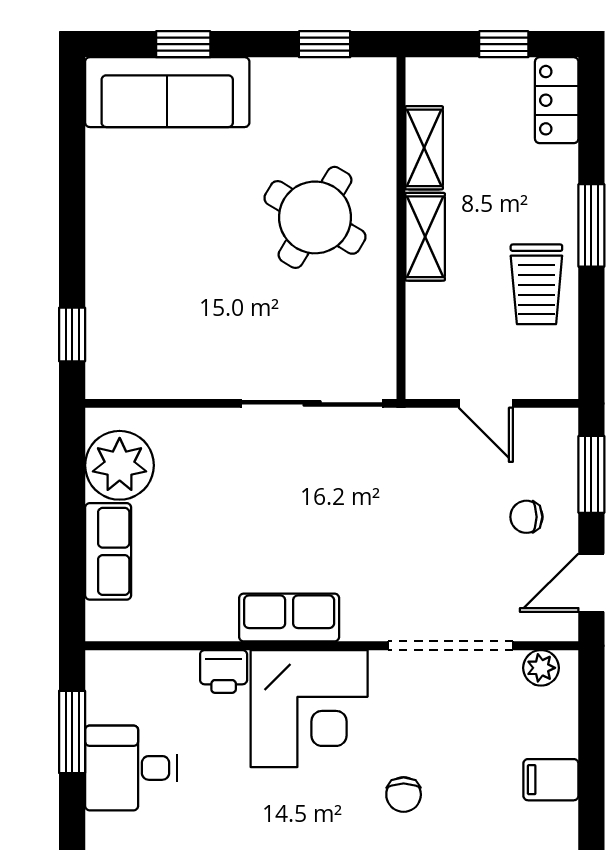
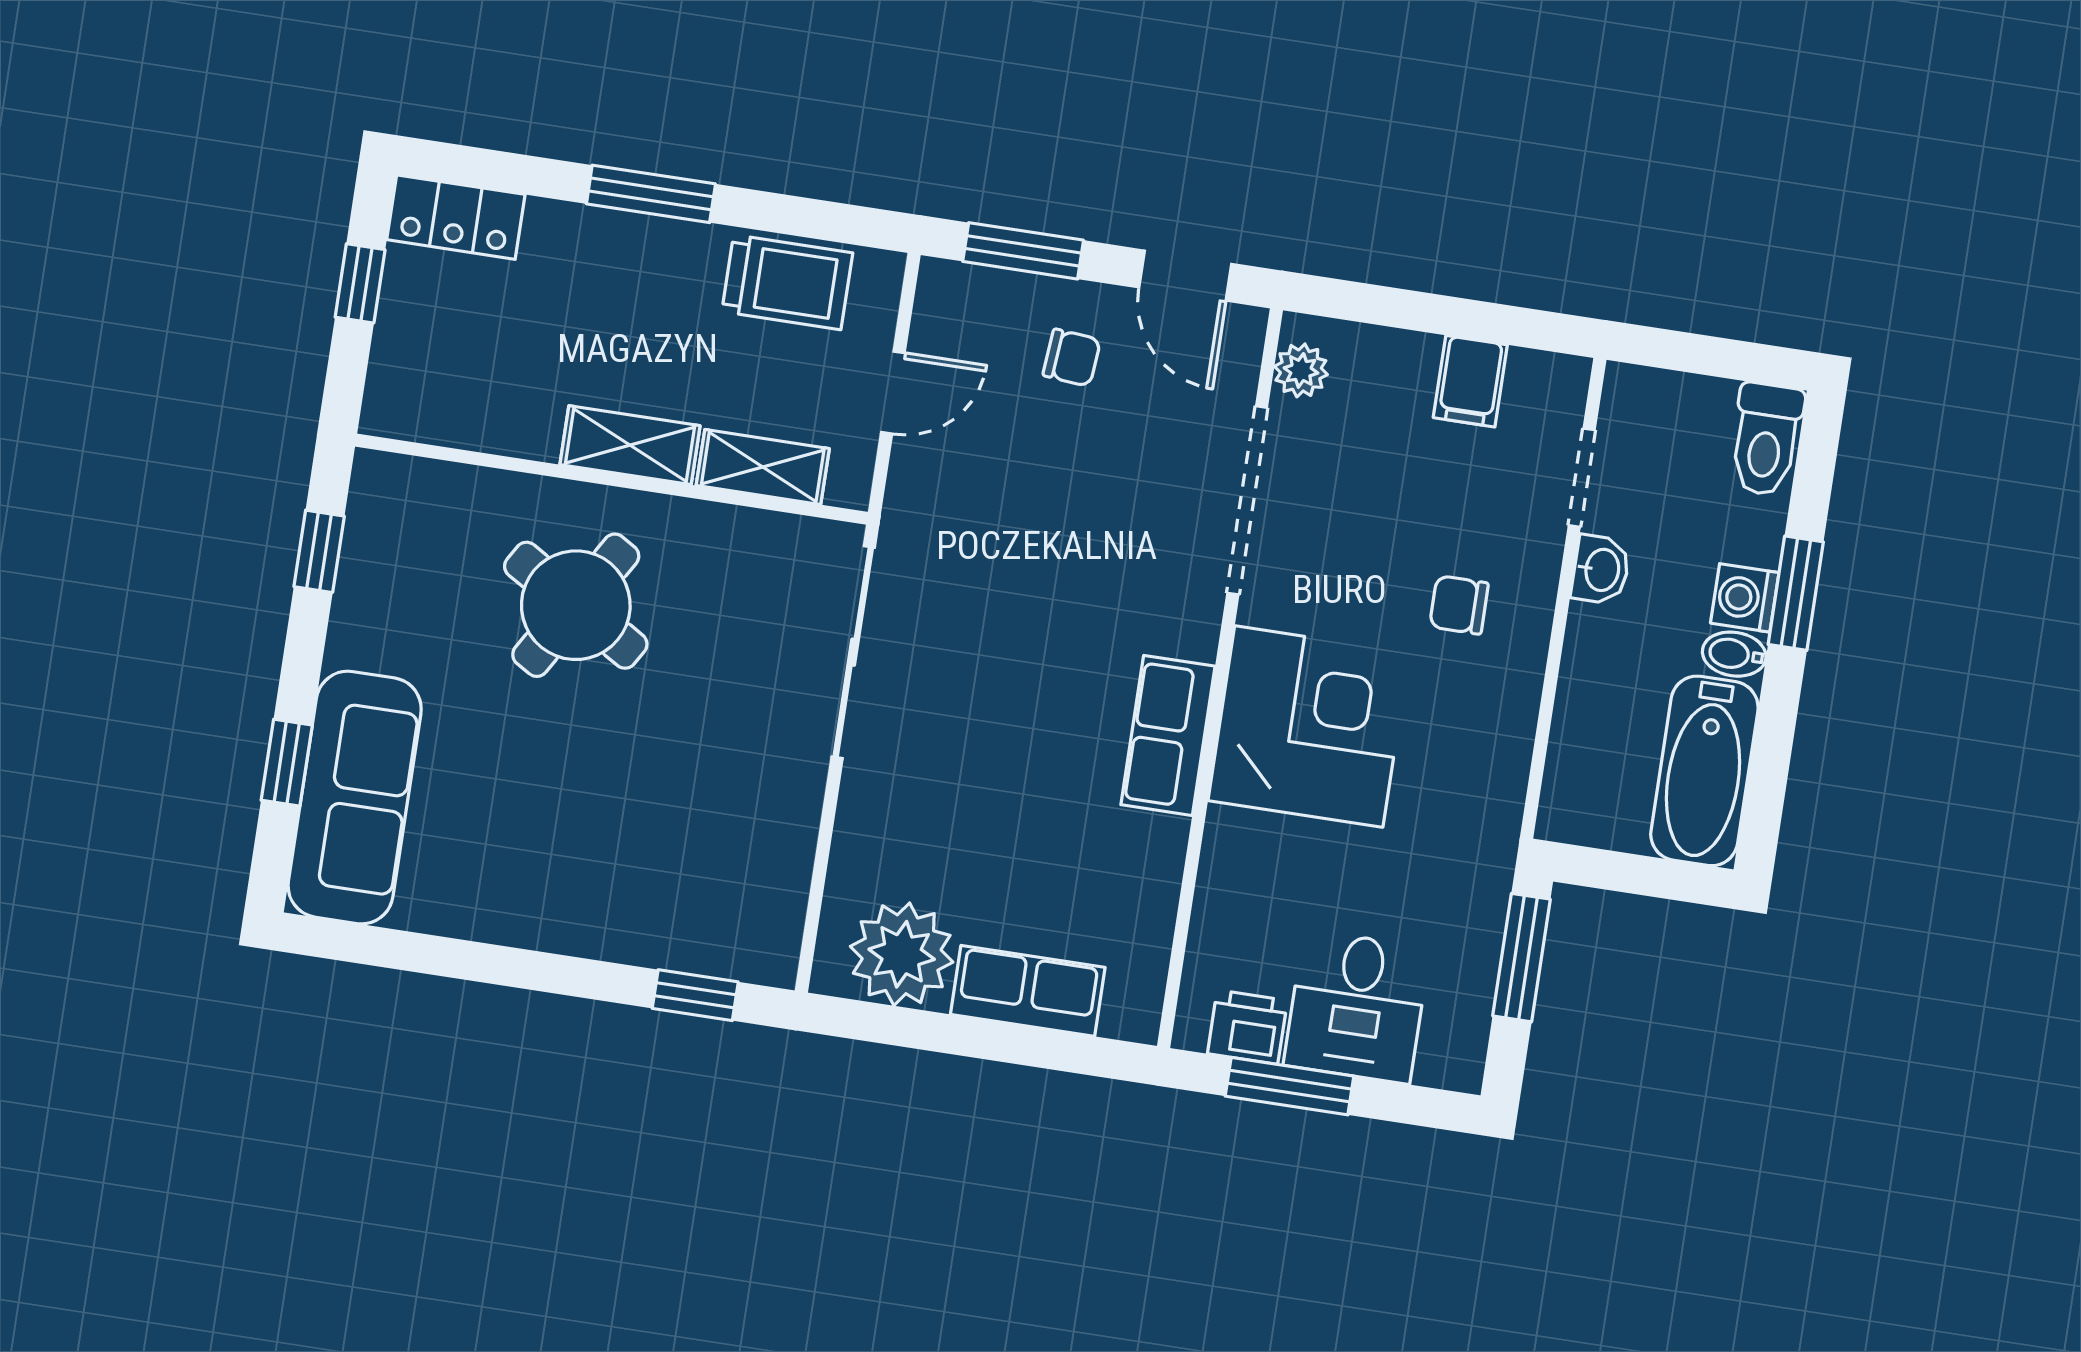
shelving: (424, 148) -> (763, 467), moved
trolley: (536, 284) -> (787, 282), moved
chair: (526, 517) -> (1072, 358), turned -85
printer: (224, 671) -> (1247, 1027), moved, turned -90
chair: (404, 795) -> (1459, 605), turned 180

